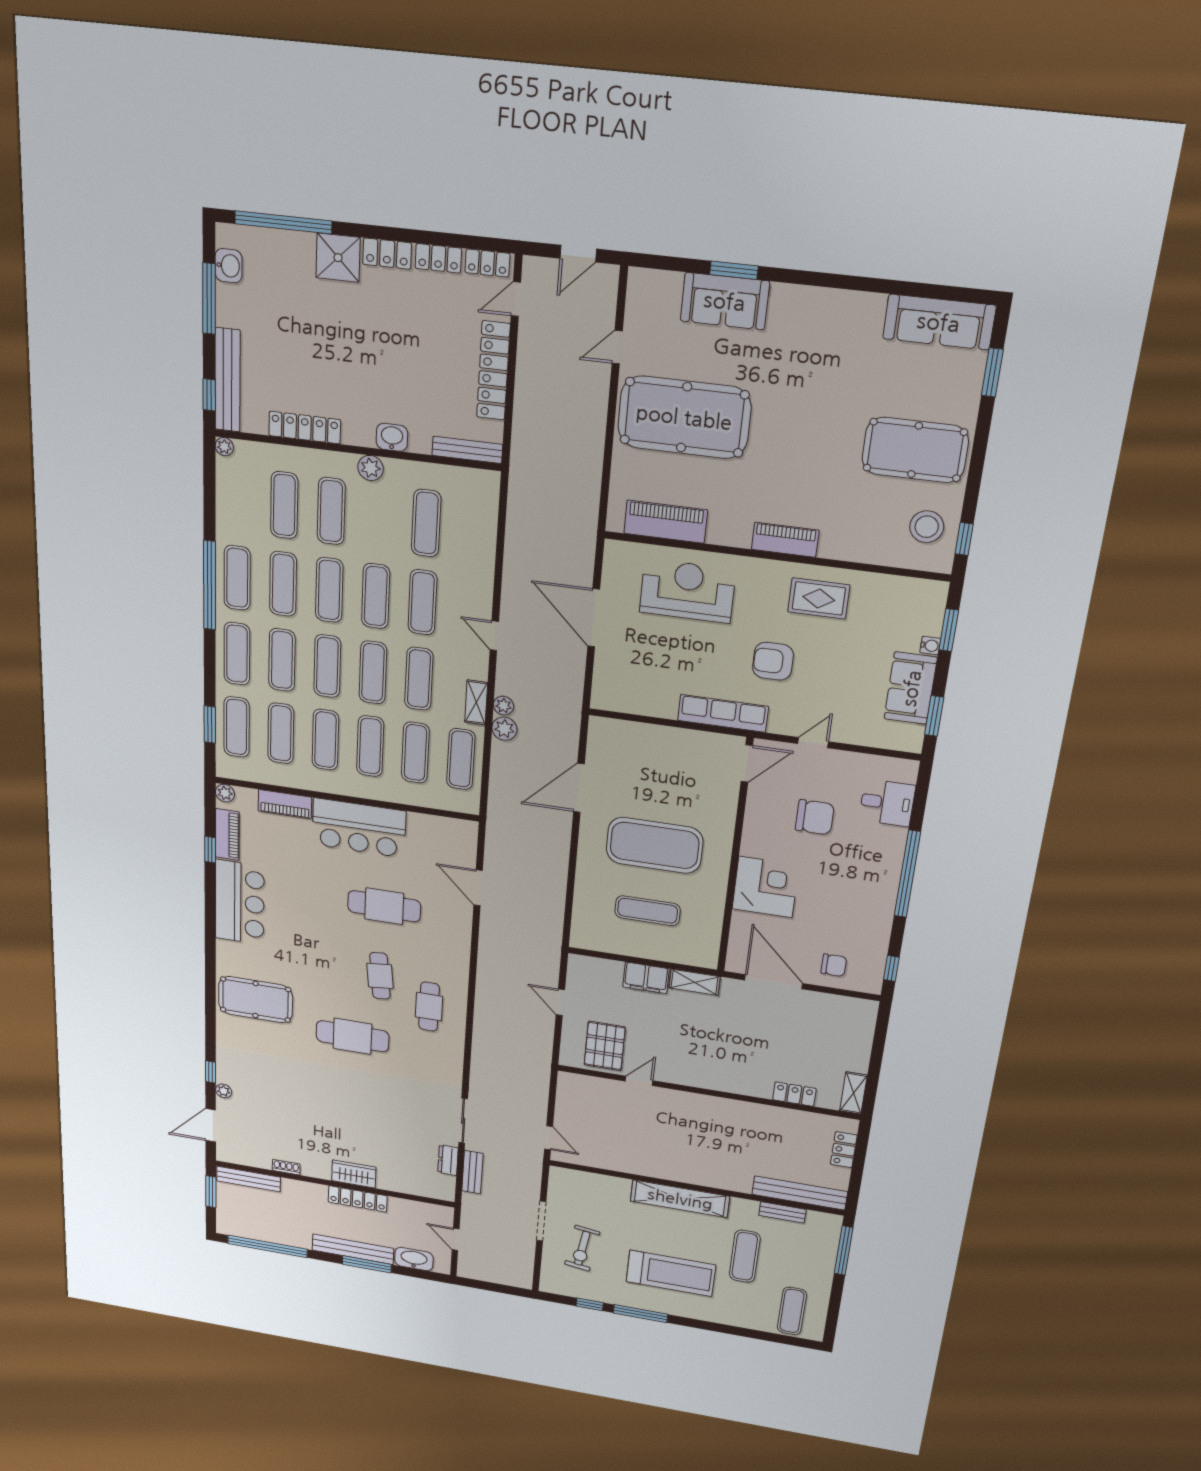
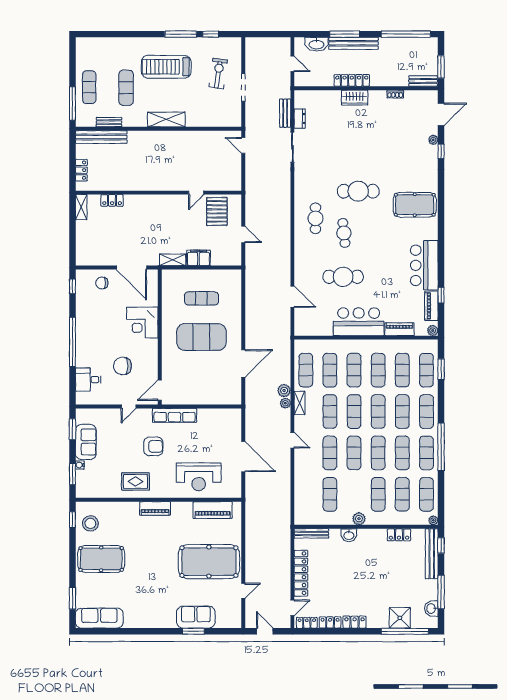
door: (578, 254) -> (265, 631), hinge flipped
shower: (338, 258) -> (400, 618), moved
locker: (305, 428) -> (399, 535), width x0.66
exercise mat: (238, 499) -> (426, 494), added
bench: (249, 1179) -> (423, 81), width x0.73
shelving: (680, 1199) -> (166, 119), width x0.68
exercise mat: (792, 1311) -> (89, 87), moved

